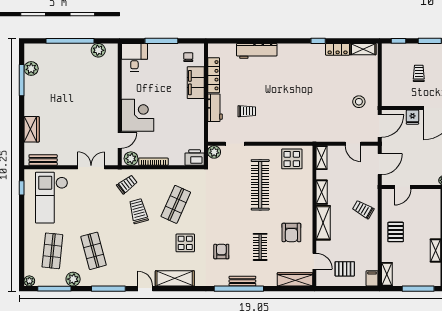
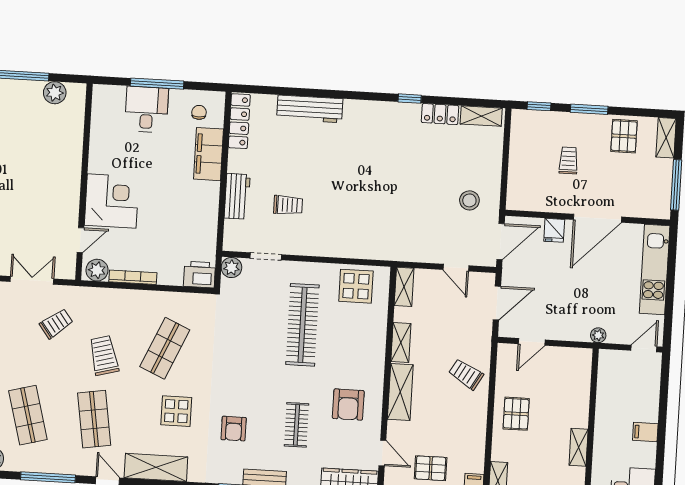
desk: (134, 57) -> (147, 109), moved
locker: (214, 75) -> (239, 121), moved
trolley: (127, 184) -> (56, 324), moved
shop shelf: (135, 251) -> (94, 419), added
armchair: (221, 252) -> (234, 429), turned 180

